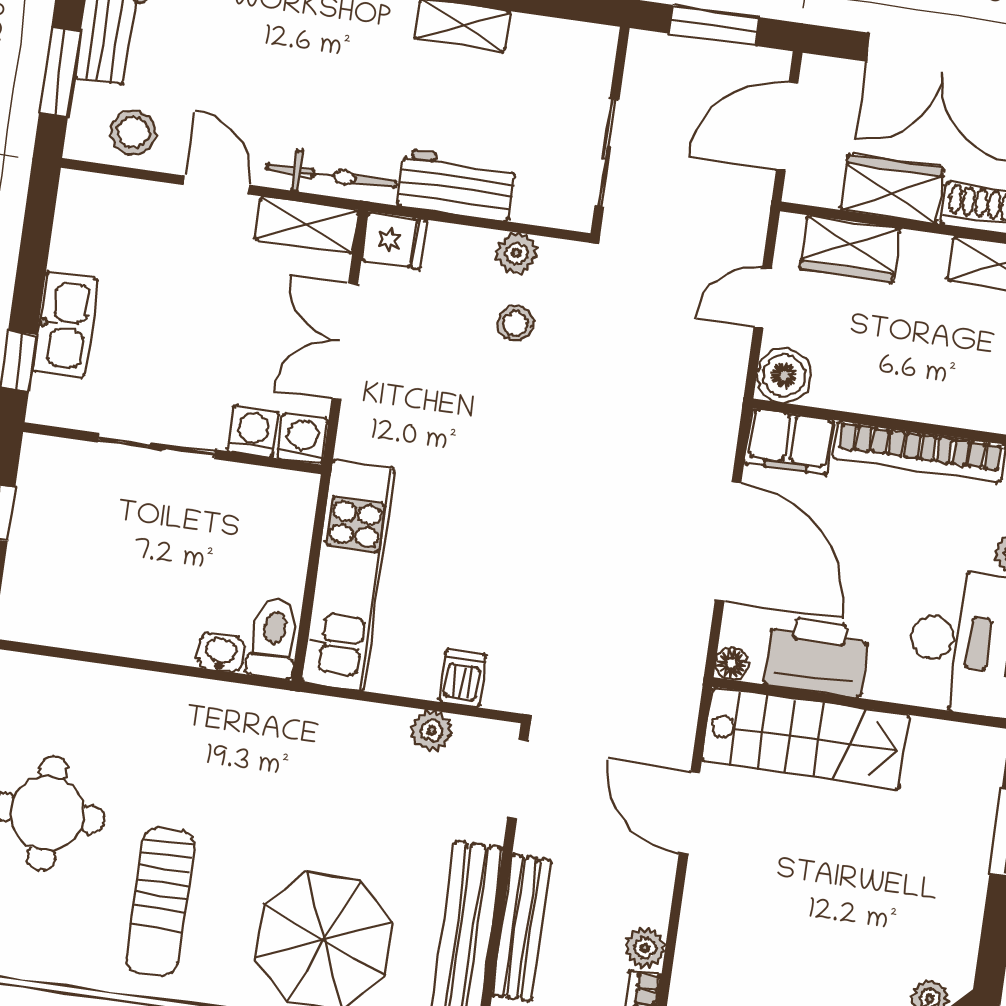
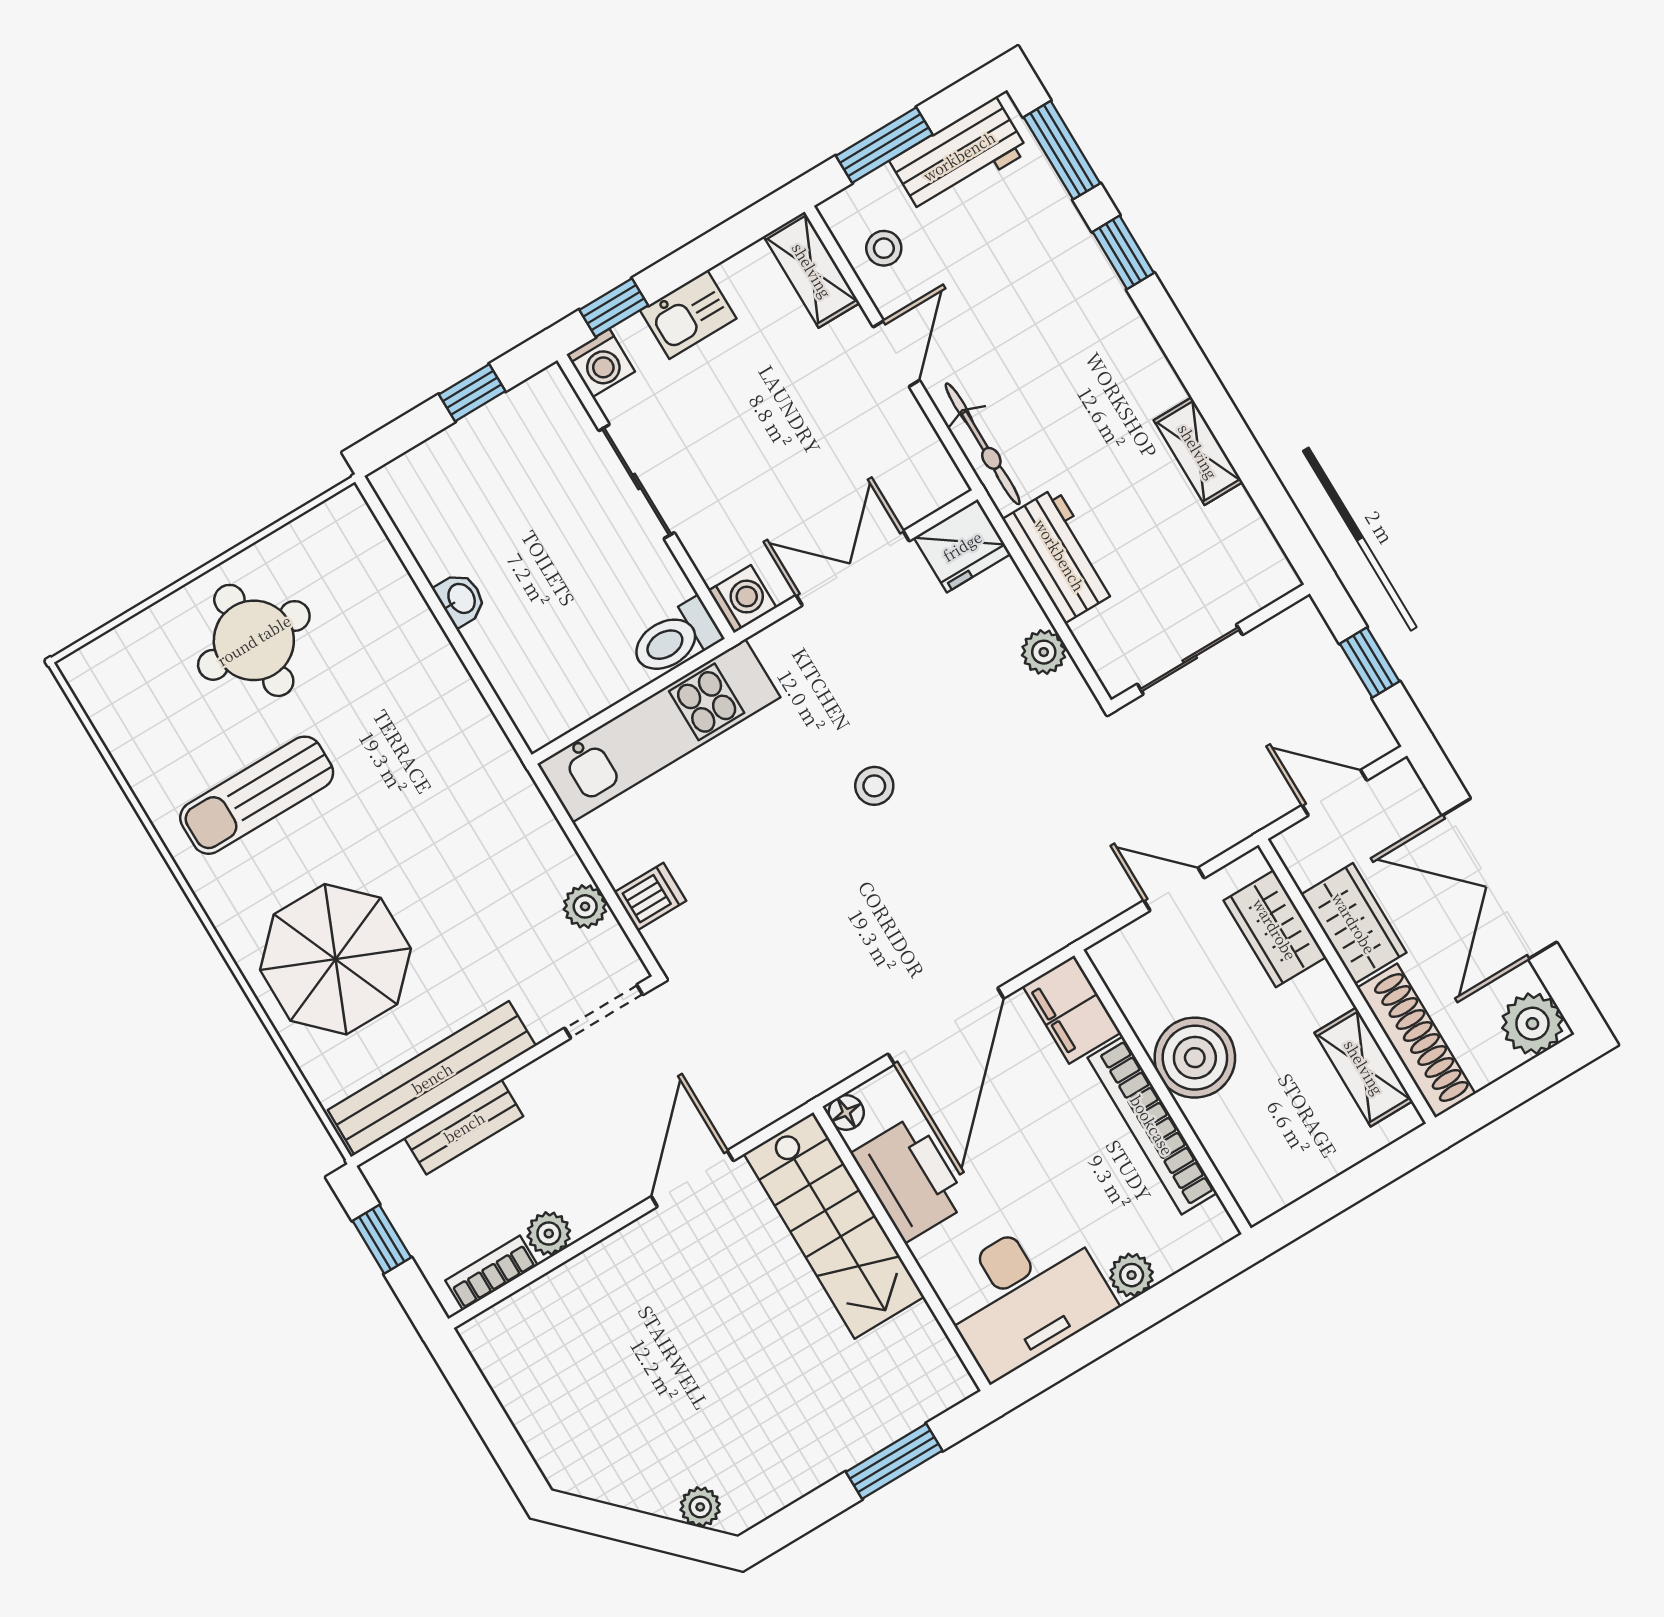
window: (714, 25) -> (1370, 663), width x0.67
door: (787, 127) -> (1335, 793), width x0.73
stool: (133, 132) -> (884, 248), width x0.73, depth x0.73
shelving: (306, 225) -> (812, 270), moved
fridge: (394, 240) -> (962, 546), width x1.38
stool: (516, 324) -> (874, 786), moved
kitchen sink: (65, 325) -> (688, 314), width x0.73
boiler: (784, 376) -> (1195, 1058), moved, width x1.37, depth x1.37
washing machine: (253, 431) -> (601, 363), moved, turned 90
toilet: (273, 639) -> (675, 638), moved, turned 180
washbasin: (221, 653) -> (461, 599), moved
bench: (522, 928) -> (464, 1127), width x0.73

